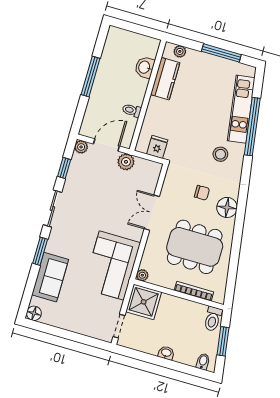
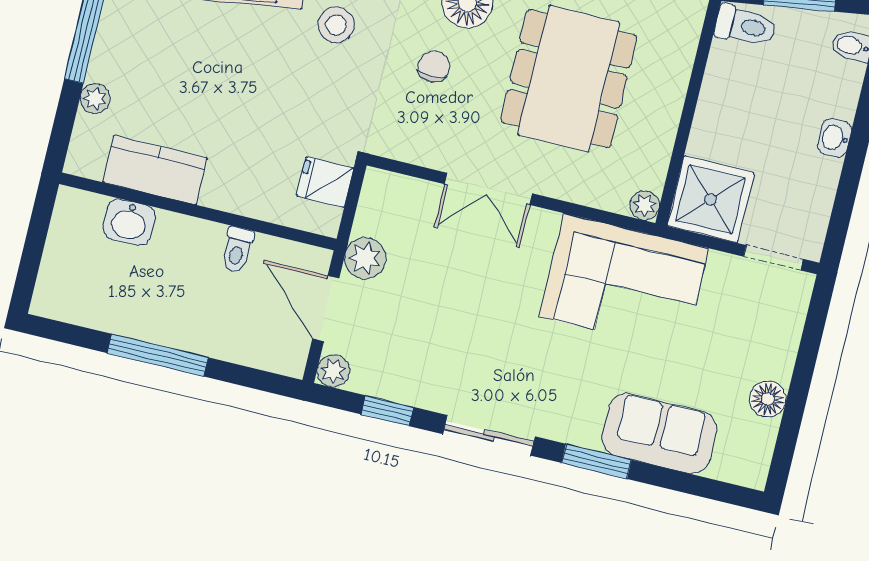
plant: (180, 51) -> (95, 99), moved
bookcase: (194, 291) -> (679, 76), removed
floor lamp: (34, 313) -> (768, 399), moved

